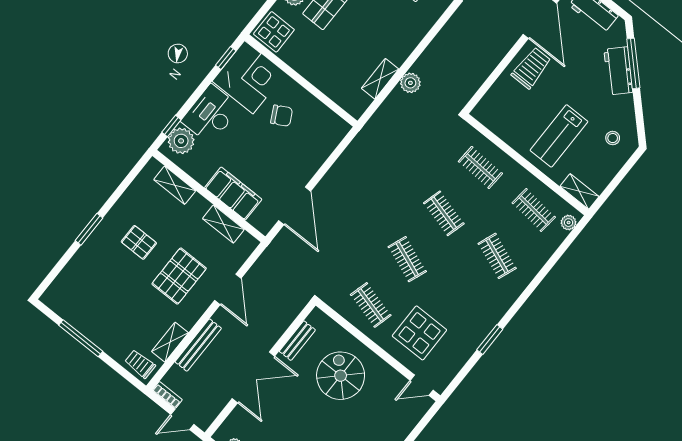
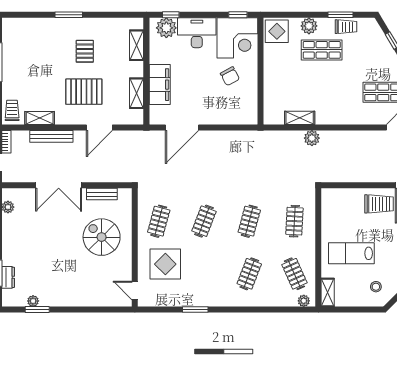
clothes rail: (534, 210) -> (294, 274), turned -30
spiral stairs: (341, 376) -> (102, 237), turned -90

